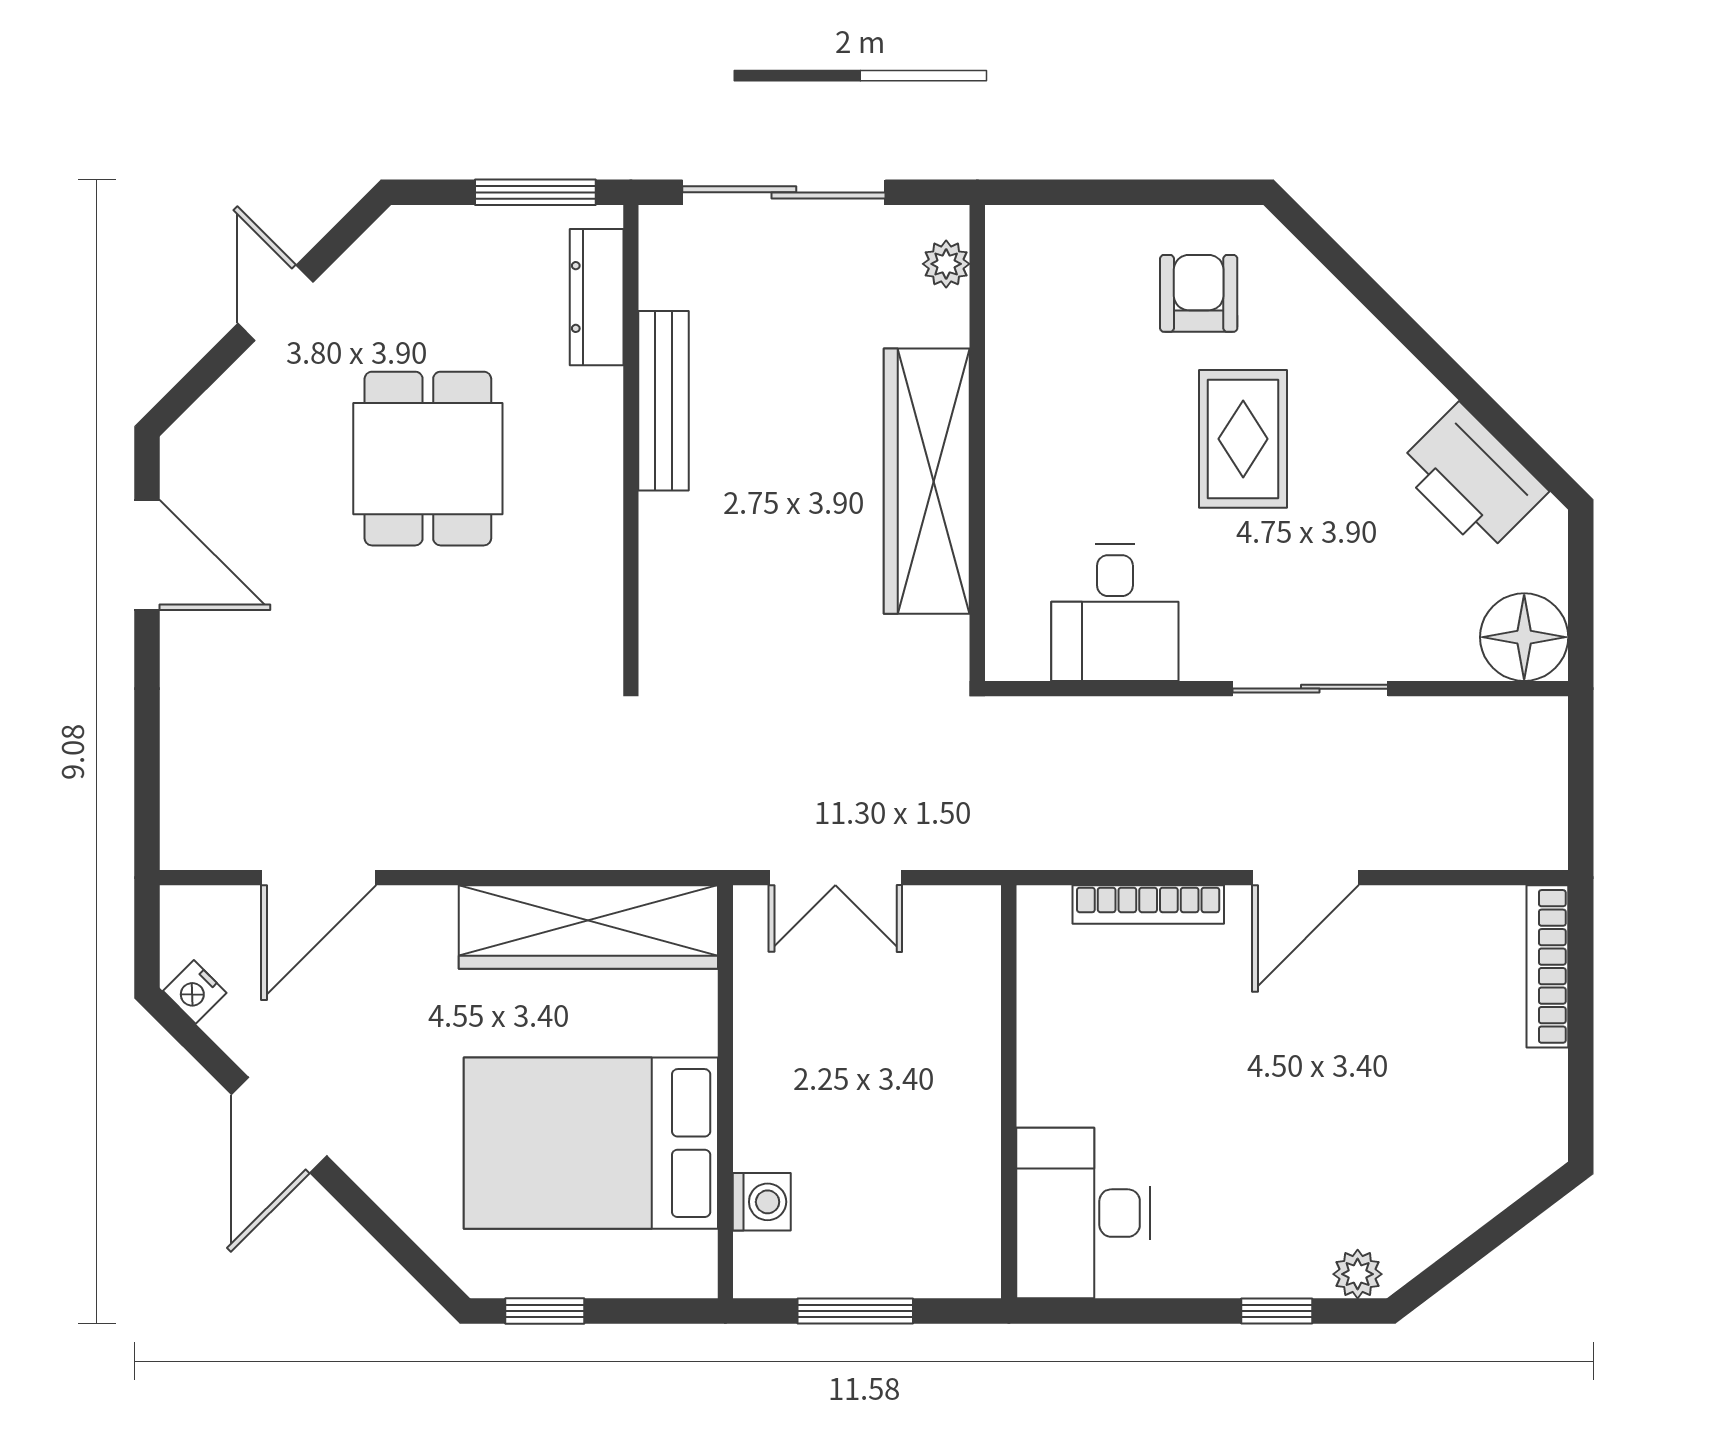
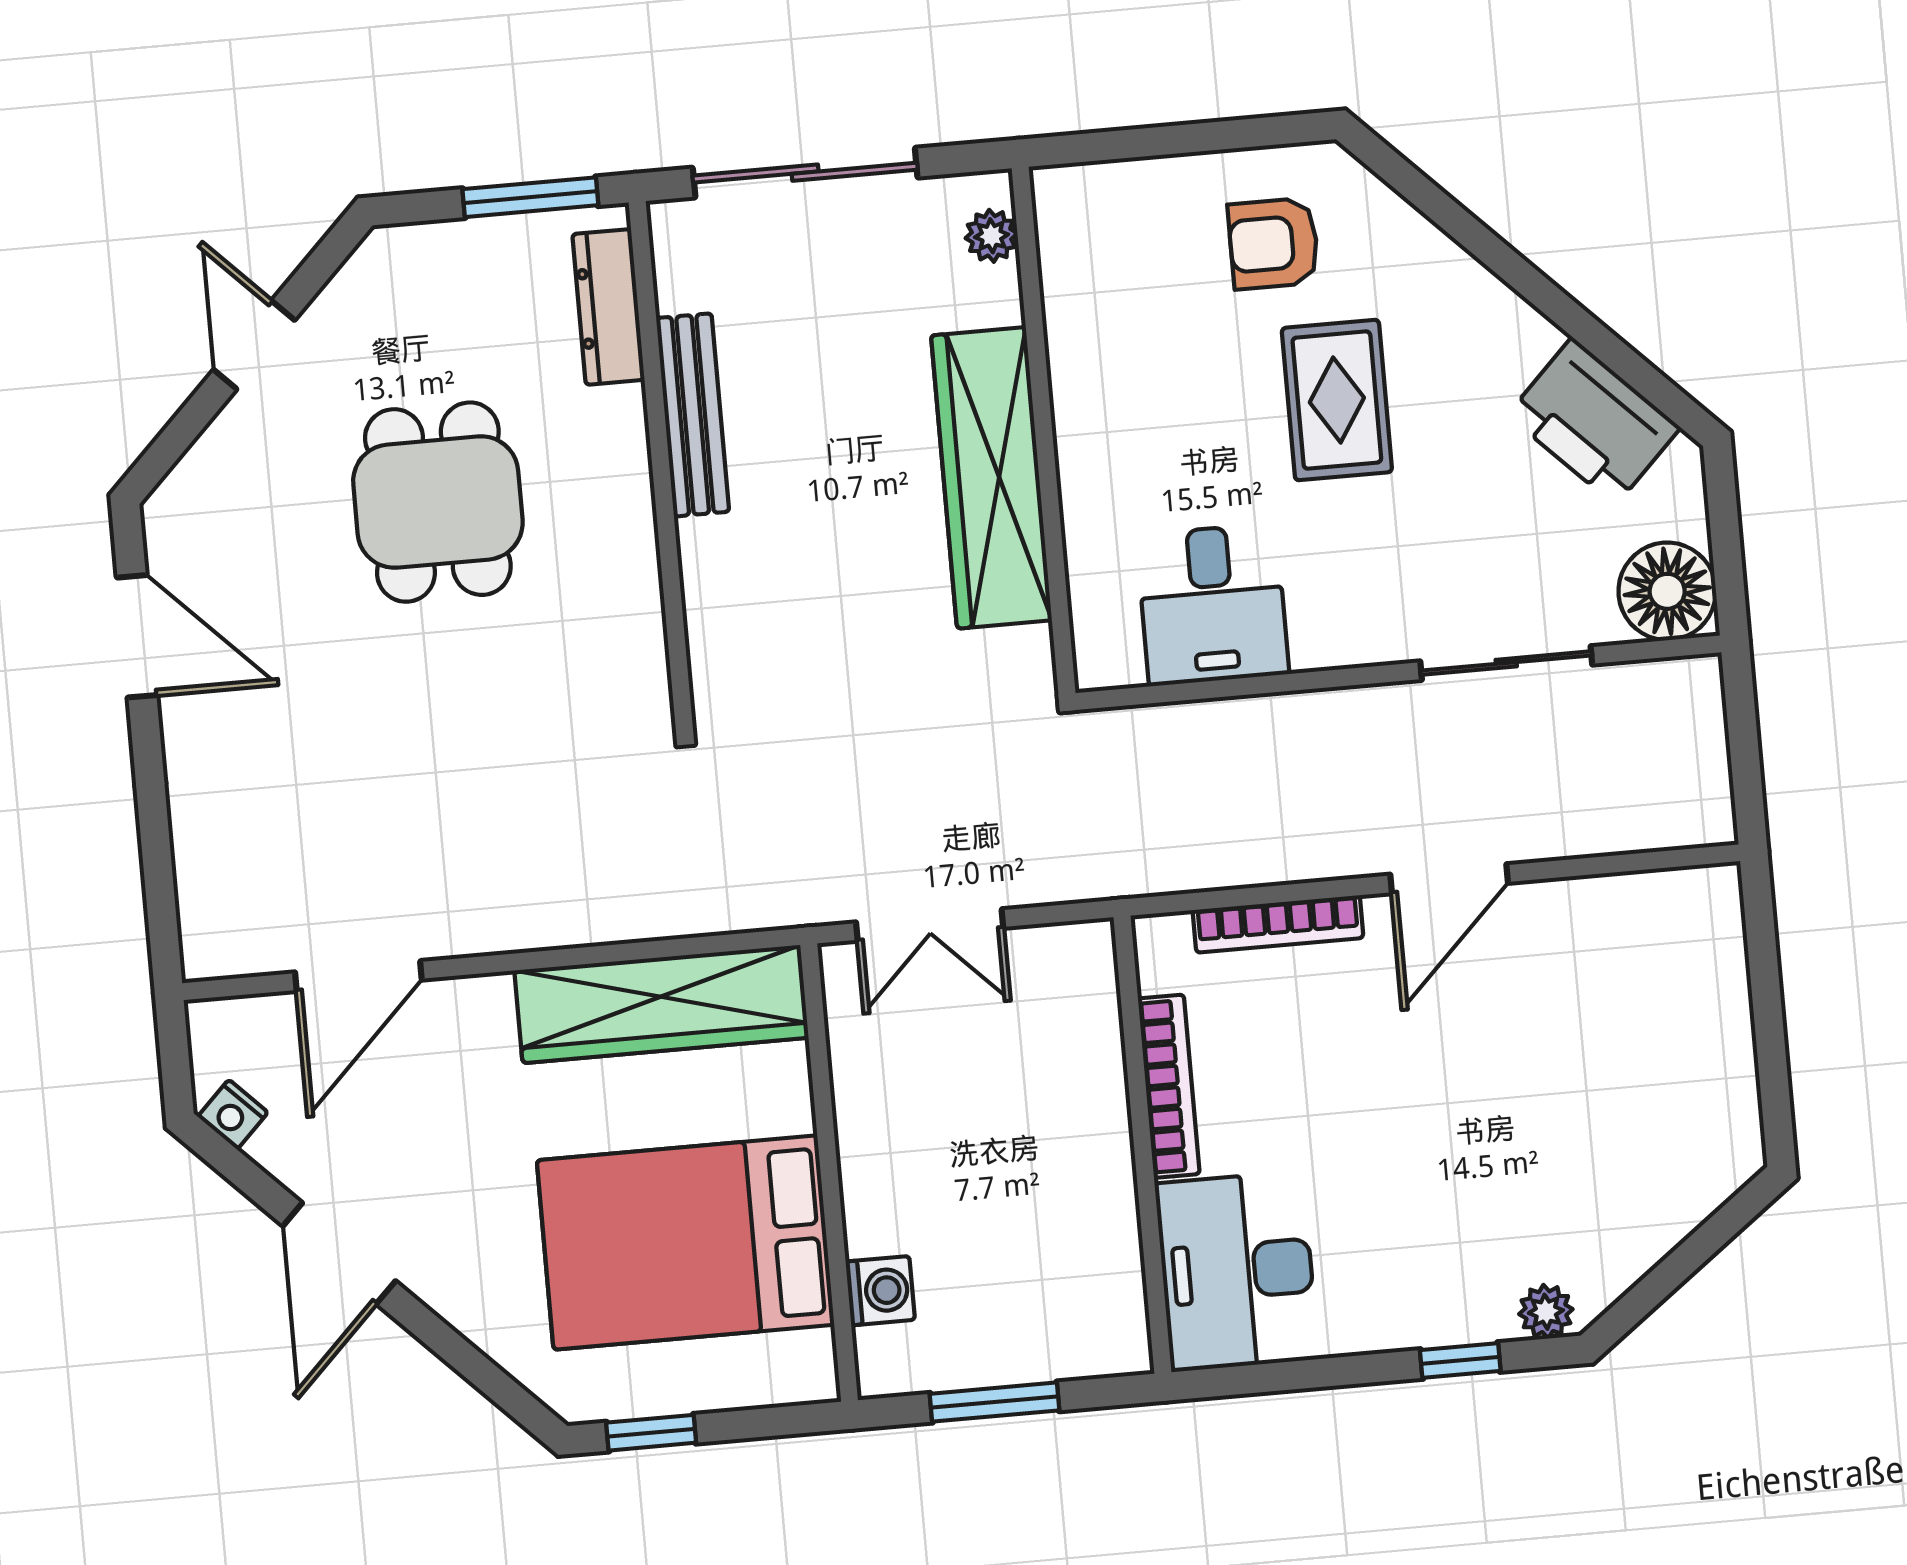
armchair: (1199, 293) -> (1274, 243), turned -90
sliding door: (1310, 689) -> (1506, 663), moved
bookcase: (1547, 966) -> (1169, 1086), moved, turned 180

